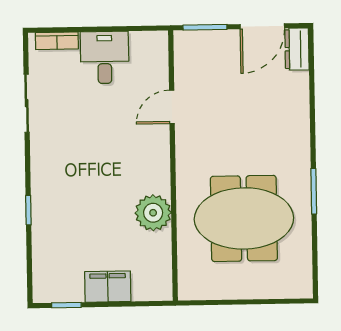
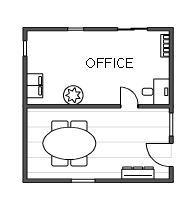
dresser: (297, 49) -> (138, 173), moved, width x1.44
desk: (105, 57) -> (156, 92), moved
meeting table: (244, 218) -> (69, 143), turned 90
filing cabinet: (108, 287) -> (34, 86), moved

